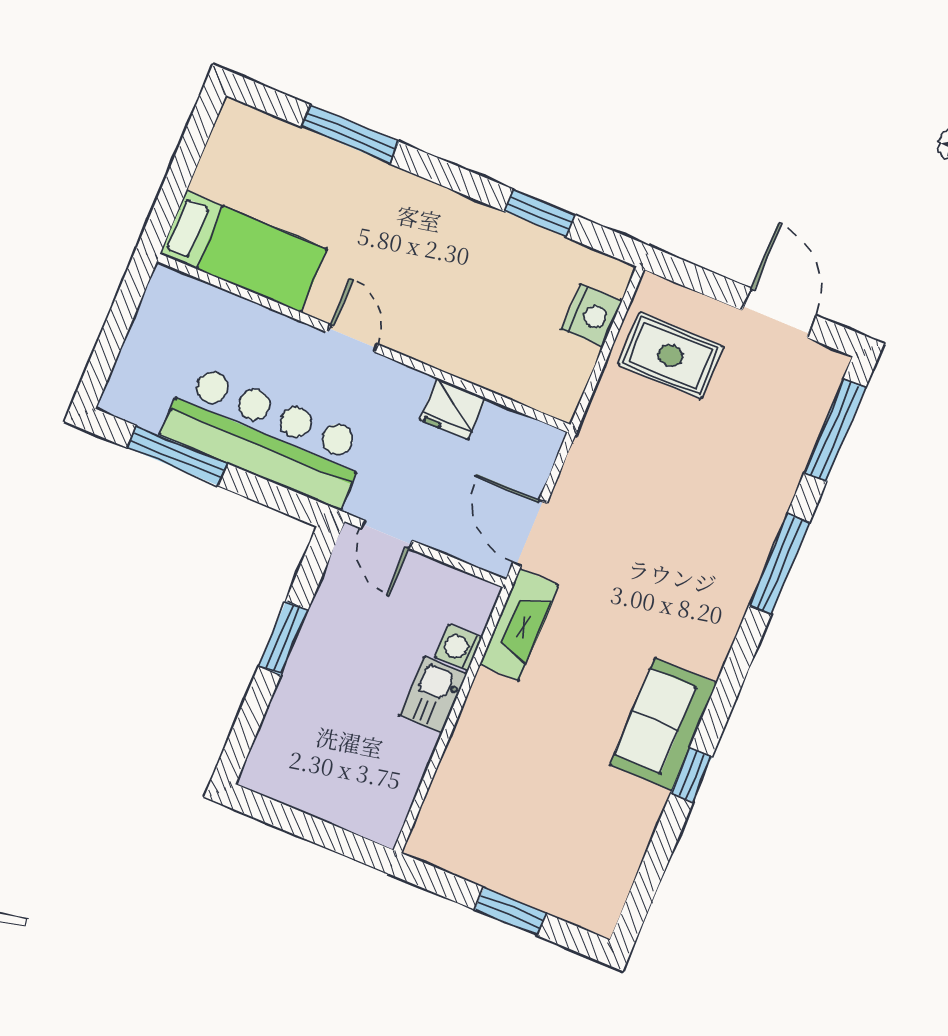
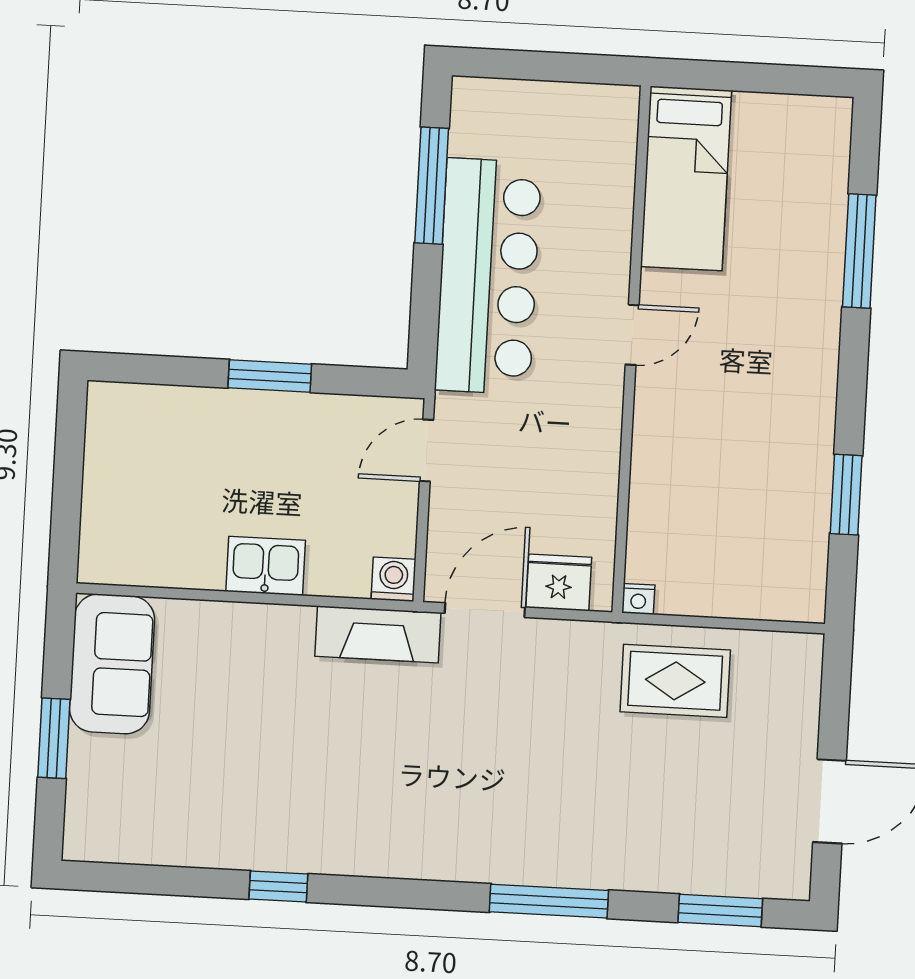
nightstand: (592, 315) -> (638, 599), moved, width x0.53, depth x0.56
rug: (671, 355) -> (675, 681), moved, turned 90
fridge: (453, 409) -> (559, 582), moved, turned 90
window: (835, 430) -> (720, 910), width x0.69
washing machine: (459, 648) -> (394, 579), moved
sofa: (663, 724) -> (112, 664), moved, turned 90

